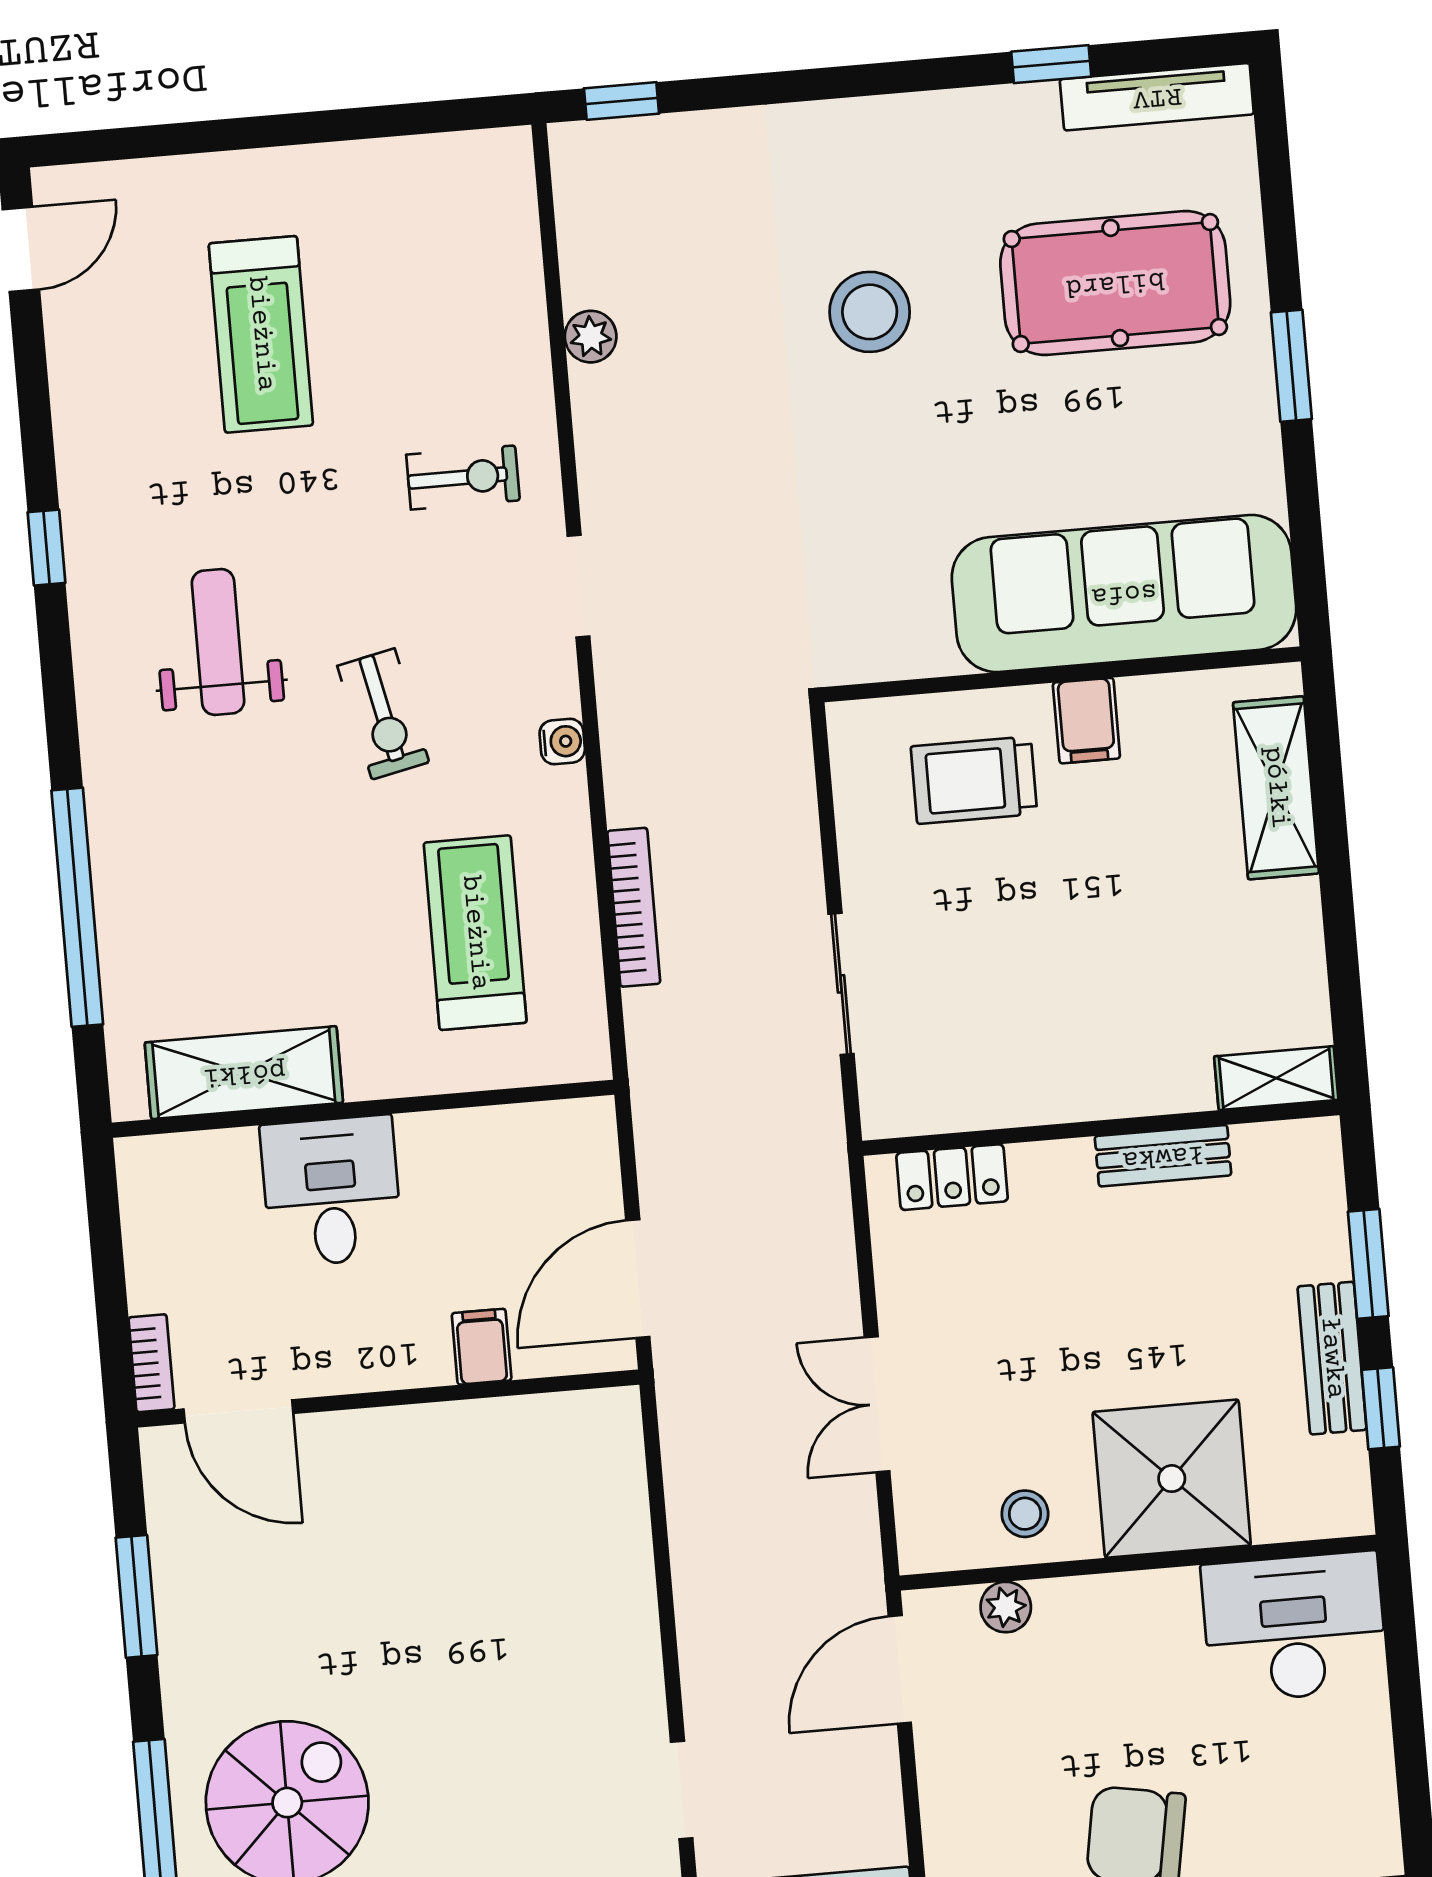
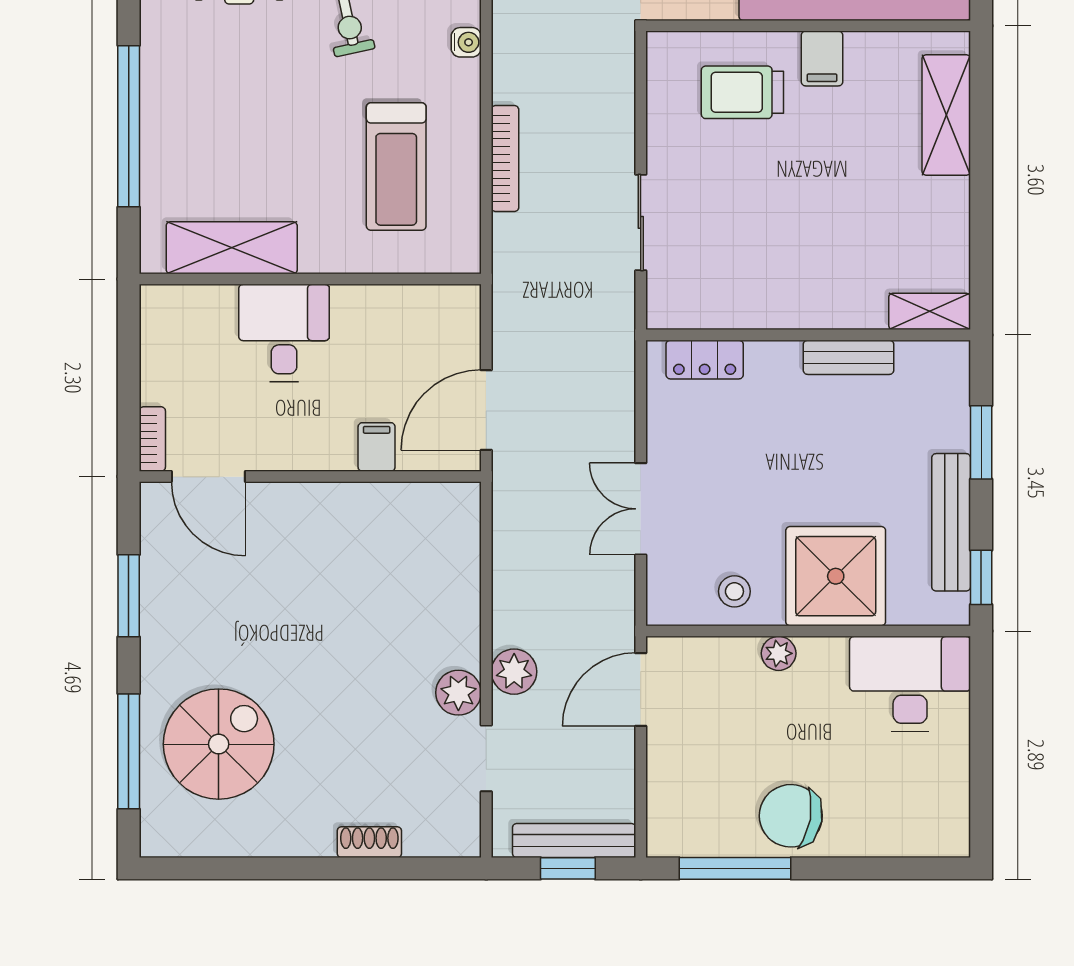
treadmill: (475, 933) -> (396, 167), turned 180
bench: (1332, 1358) -> (951, 522), width x1.36
window: (1381, 1408) -> (981, 577), moved
plant: (1006, 1607) -> (779, 653), moved
plant: (712, 1659) -> (514, 672), added
plant: (633, 1697) -> (458, 693), added

